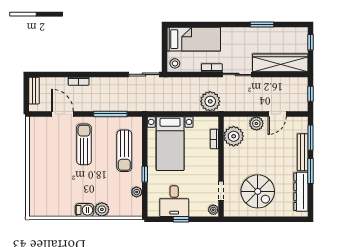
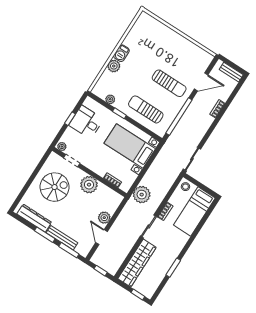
window: (110, 114) -> (179, 116), width x1.46
plant: (234, 136) -> (89, 185), moved
spiral stairs: (258, 191) -> (55, 187), turned 180

